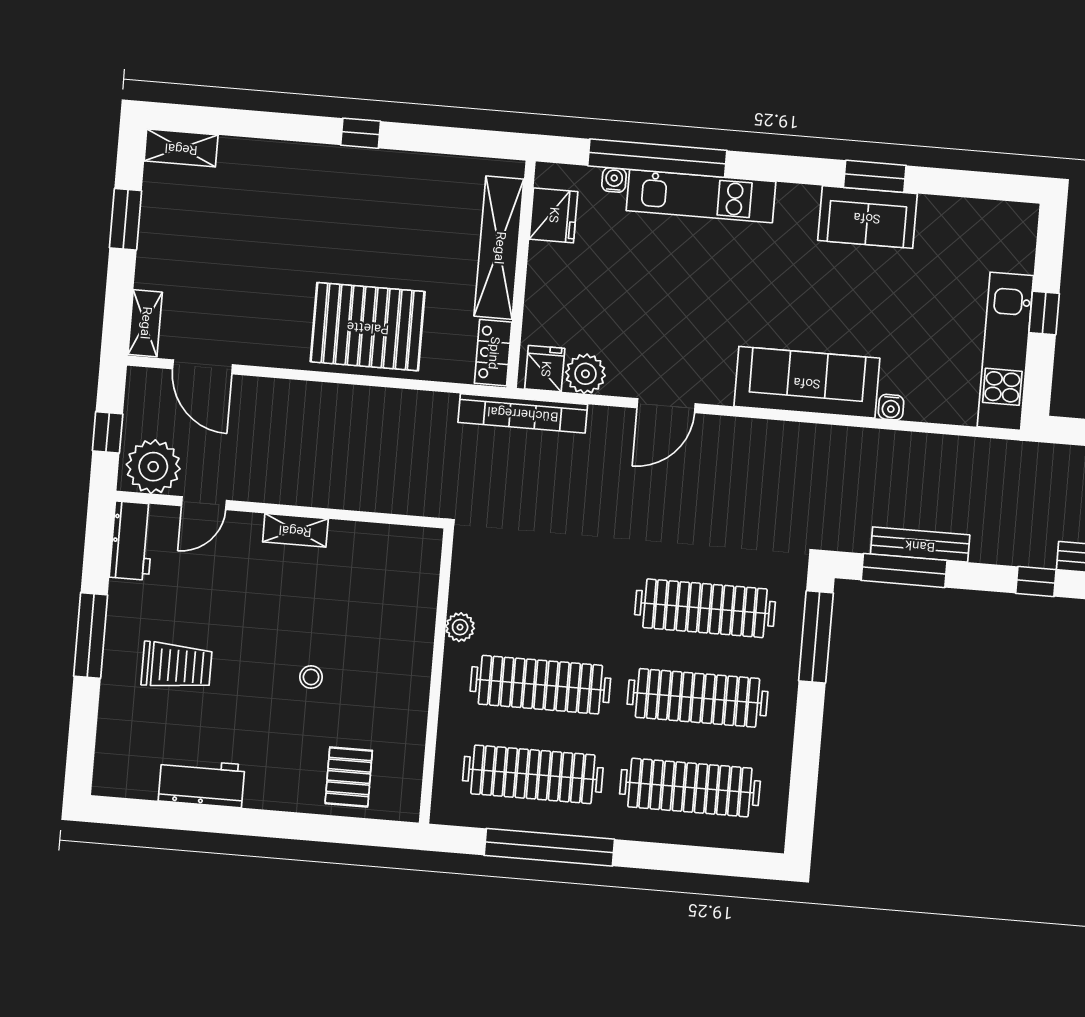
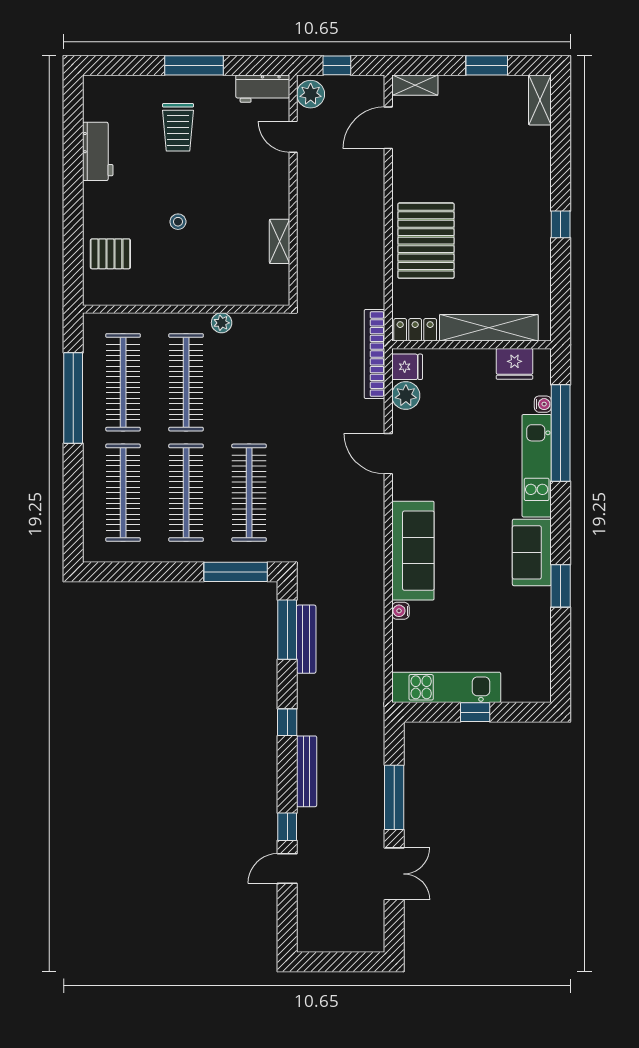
sofa: (867, 217) -> (532, 552), moved
plant: (153, 467) -> (311, 94), width x0.73, depth x0.73
shelving: (295, 530) -> (279, 241), moved

